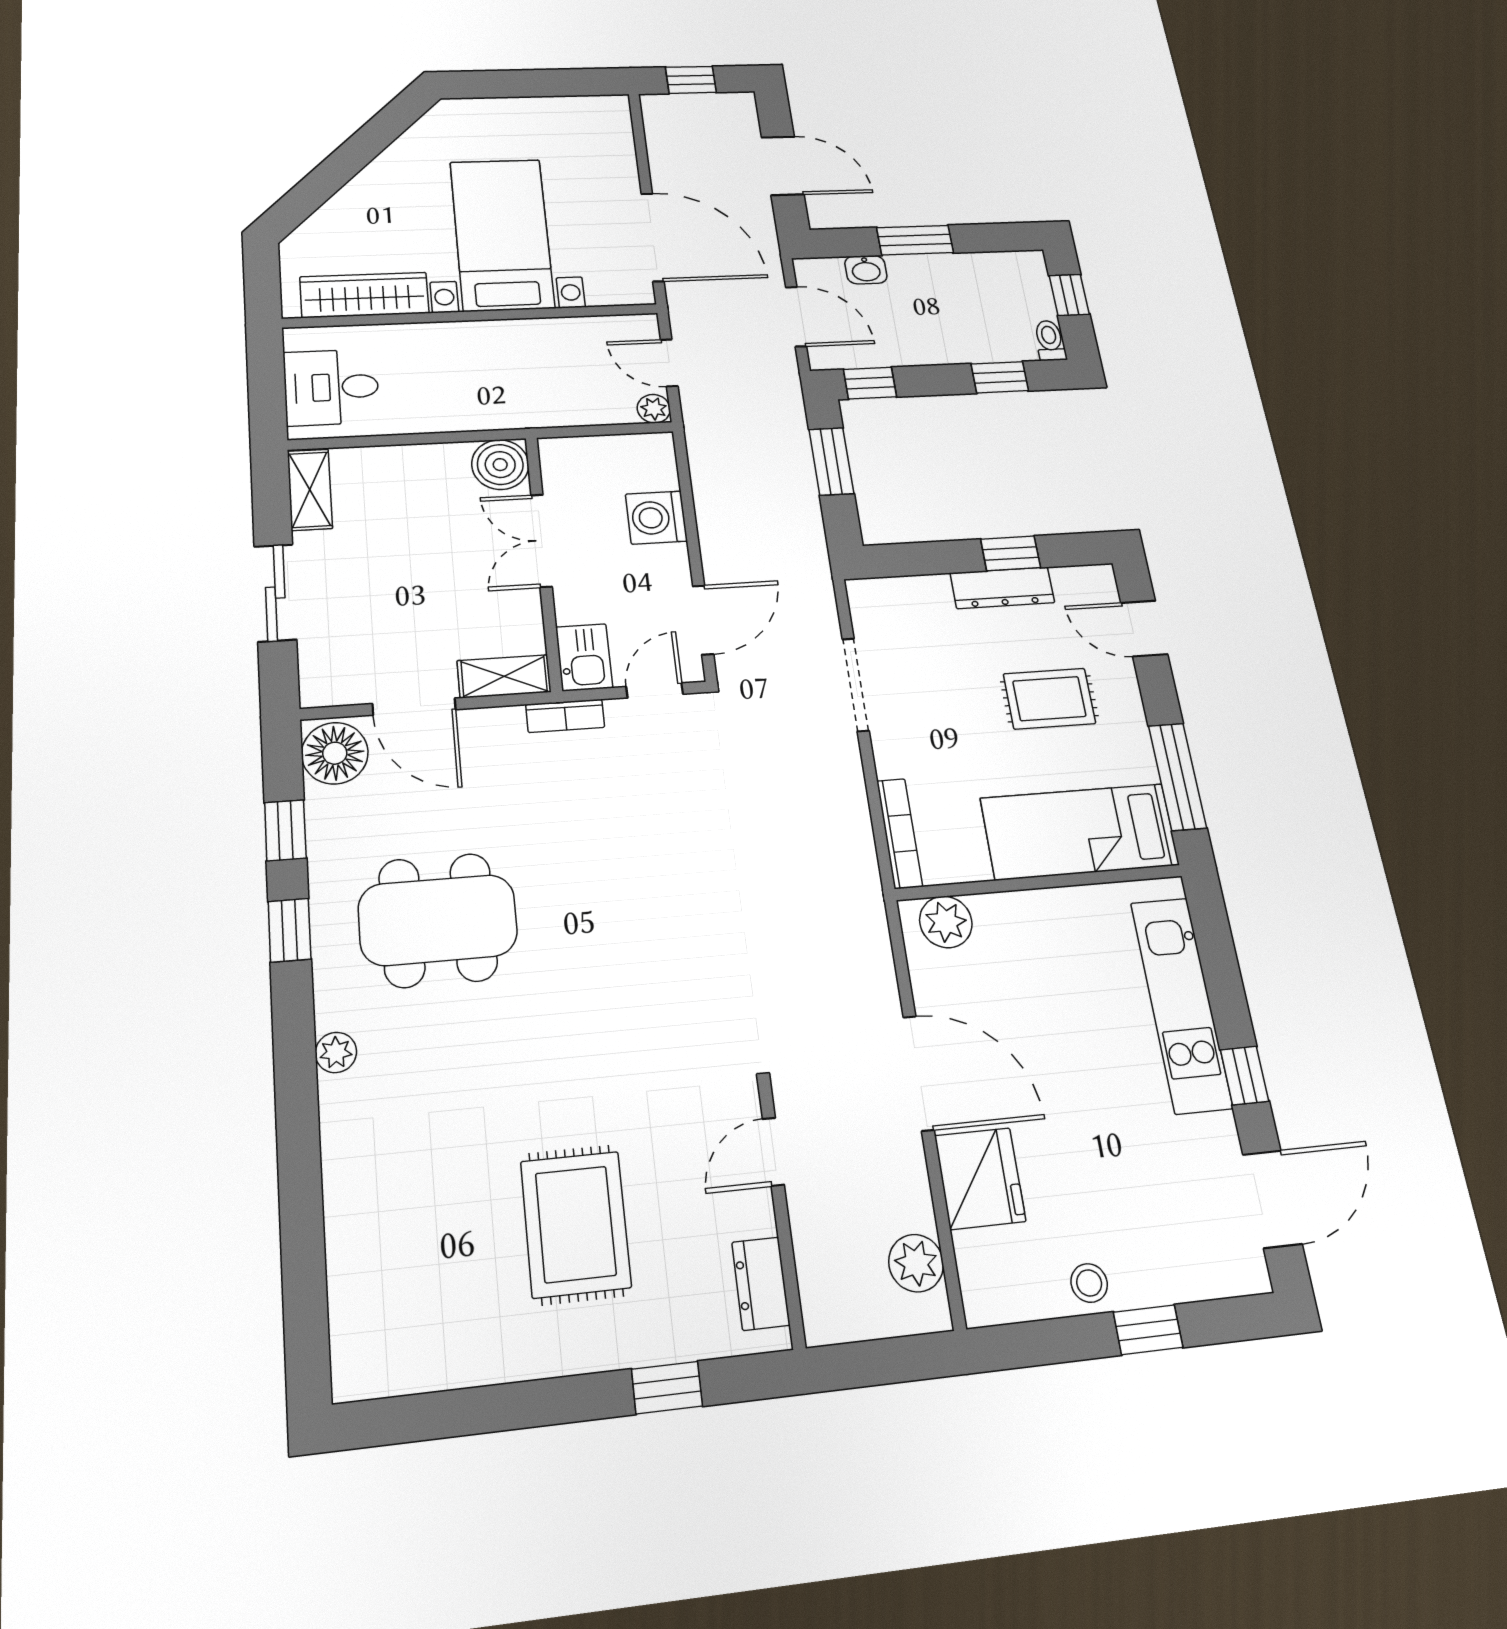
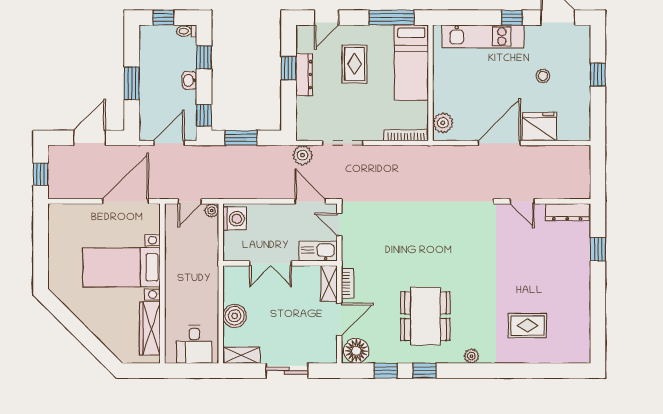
washbasin: (866, 270) -> (189, 80), moved, turned 180
boiler: (500, 465) -> (235, 316), moved
washing machine: (656, 518) -> (235, 219), moved, turned -90
kitchen sink: (584, 657) -> (318, 251), width x1.38
bookcase: (565, 716) -> (347, 283), moved
rug: (576, 1224) -> (528, 326), moved, width x0.73, depth x0.70
plant: (916, 1263) -> (303, 155), moved
stool: (1089, 1283) -> (543, 76), moved
dresser: (761, 1284) -> (567, 212), width x1.44

